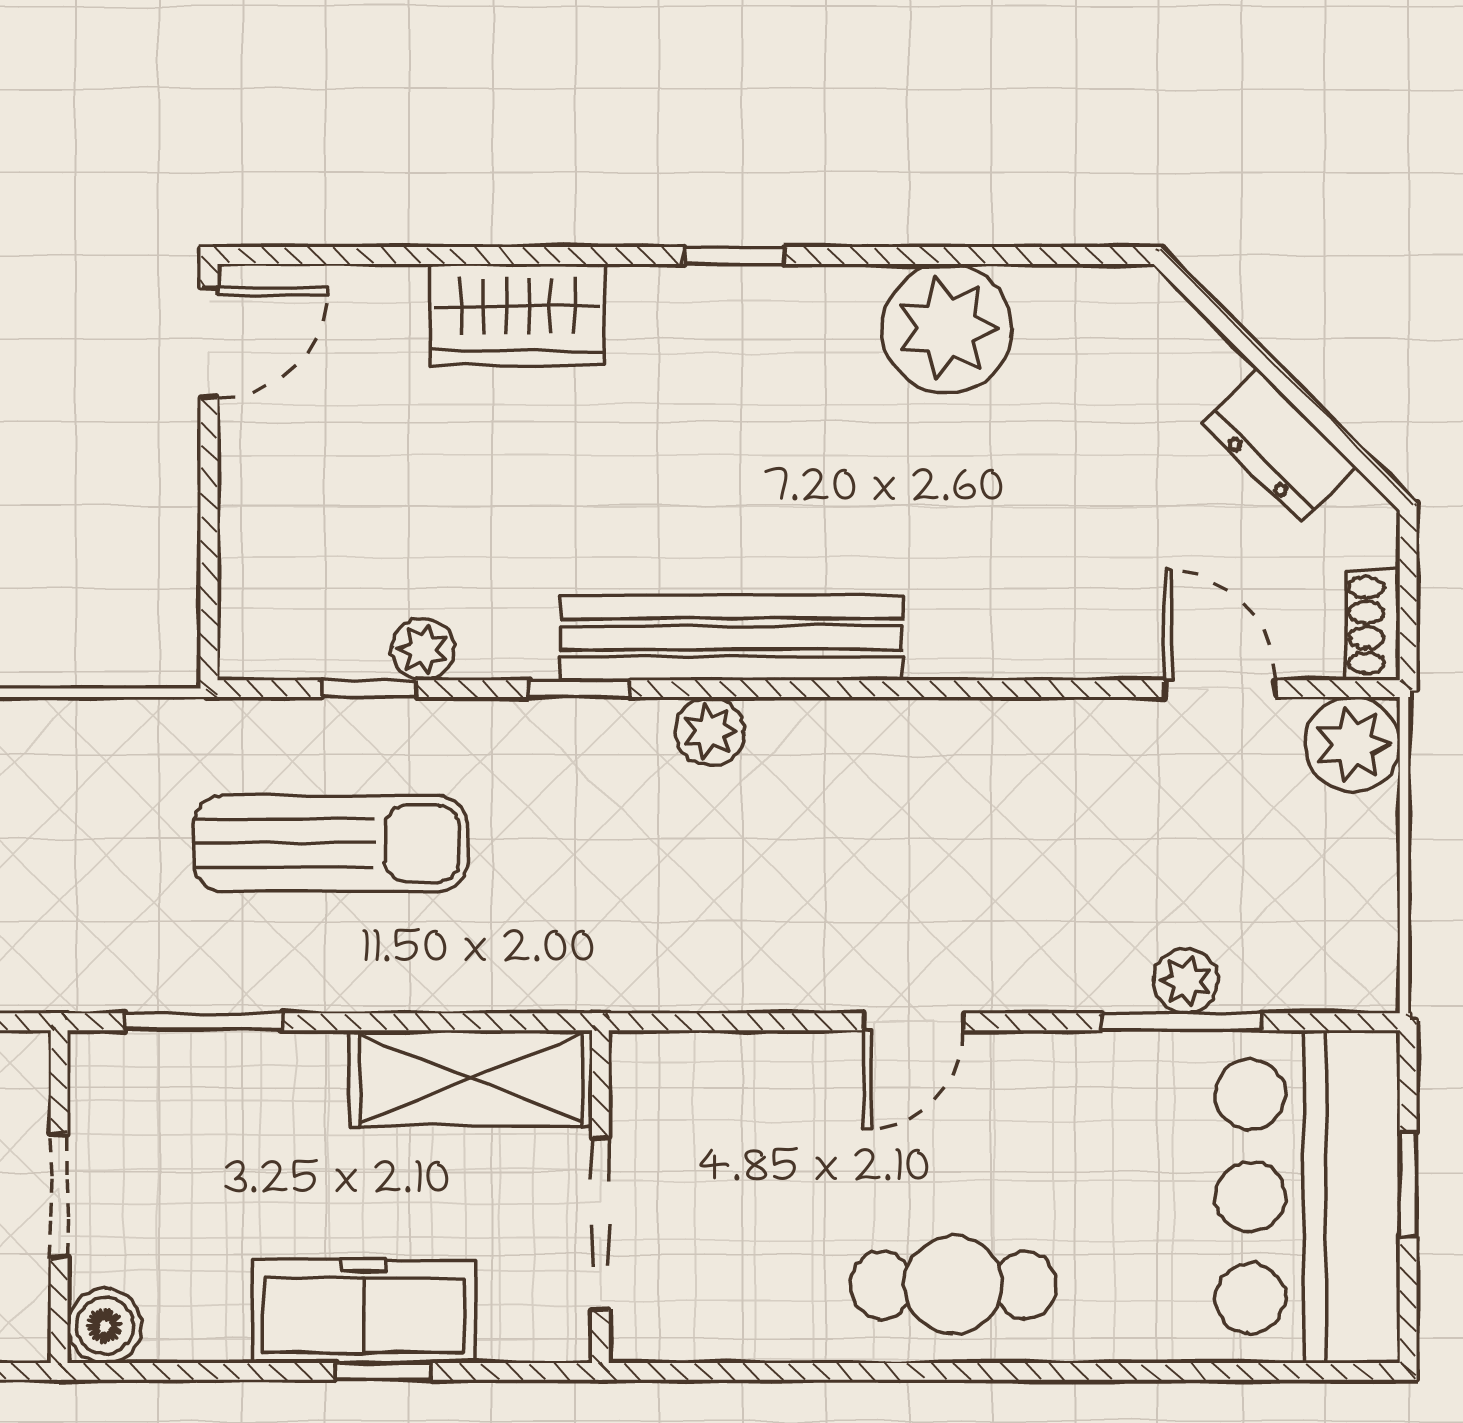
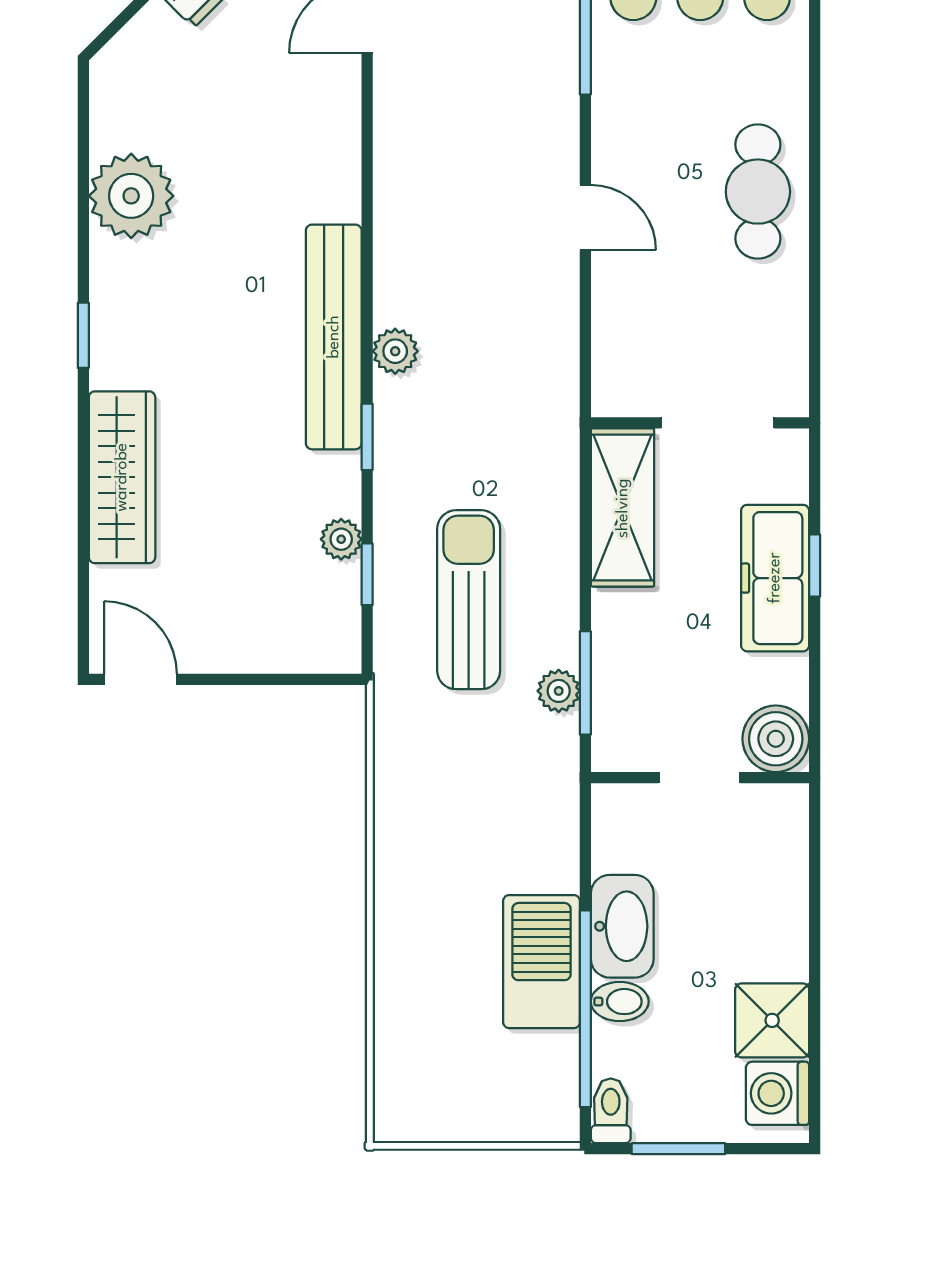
wardrobe: (517, 315) -> (122, 477), width x1.50
plant: (1186, 981) -> (559, 691), moved
boiler: (105, 1326) -> (776, 739), width x1.36, depth x1.36

